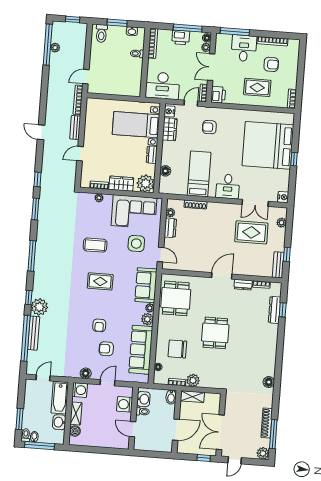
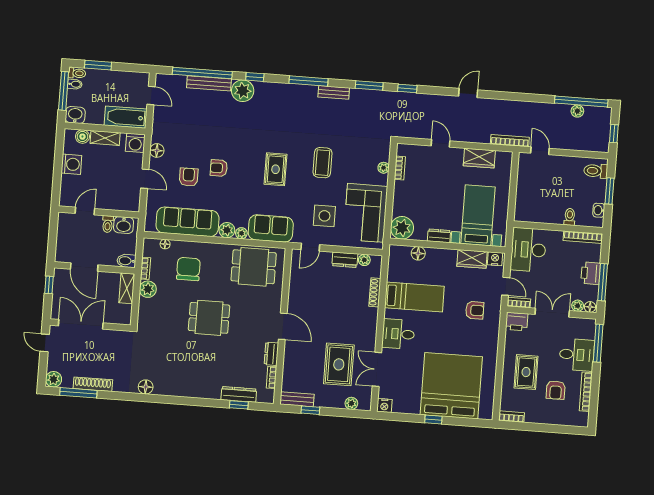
bench: (75, 127) -> (334, 92), moved
armchair: (209, 127) -> (475, 310), turned 90
wardrobe: (121, 184) -> (479, 158), moved, turned 90
washing machine: (125, 404) -> (71, 164), moved, turned 90
washbasin: (59, 422) -> (75, 115), moved
window: (204, 458) -> (49, 285), moved

